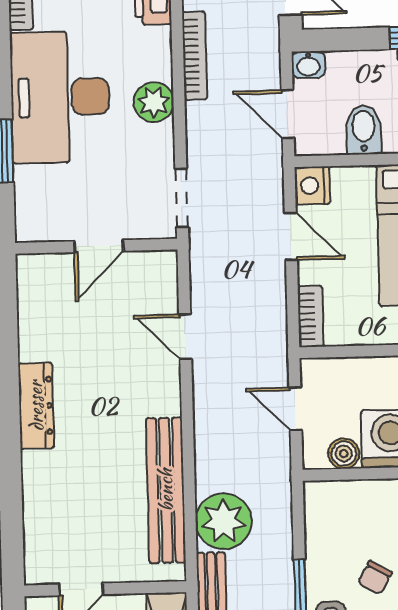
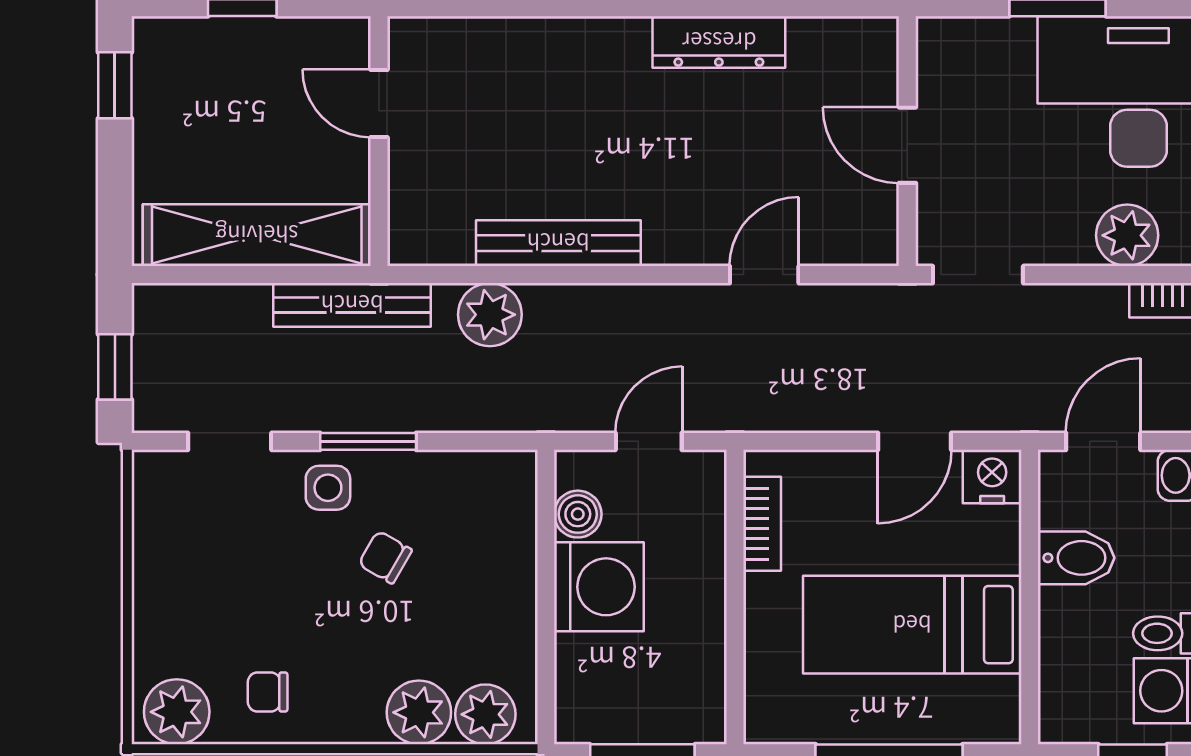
bookcase: (311, 316) -> (762, 524), moved, turned -90
dresser: (36, 406) -> (719, 42), moved
bench: (166, 490) -> (558, 243), width x0.73, depth x0.82
plant: (224, 521) -> (490, 315), width x0.73, depth x0.73

